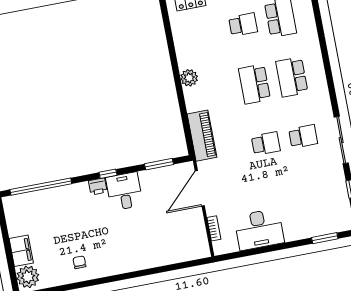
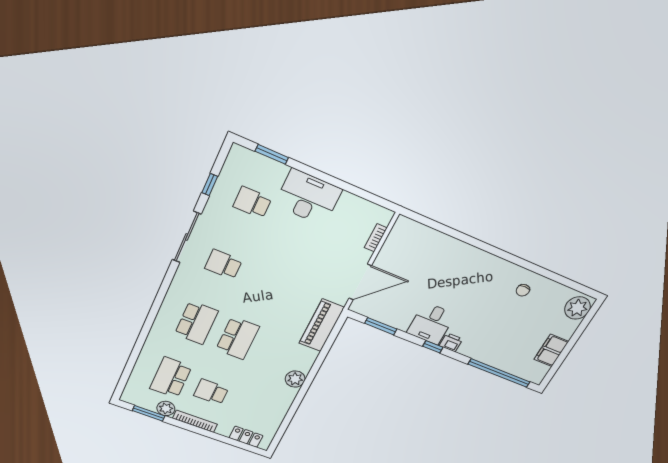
school desk: (266, 144) -> (252, 202), moved
desk: (259, 229) -> (308, 197), moved
filing cabinet: (21, 251) -> (551, 350), moved

